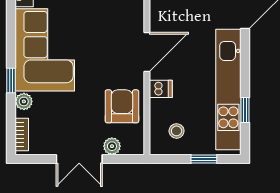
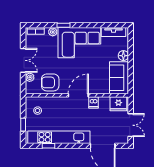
door: (147, 52) -> (78, 95), swing flipped
dishwasher: (161, 89) -> (94, 102), moved
armchair: (122, 106) -> (50, 82), turned 180
double door: (79, 159) -> (23, 60), swing flipped

